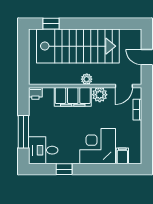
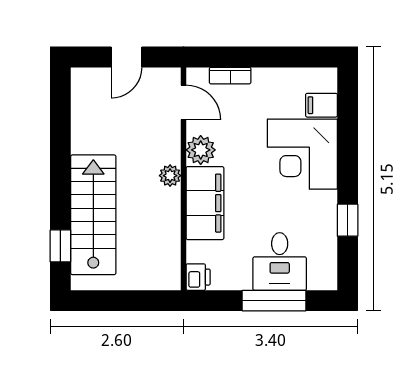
stairs: (78, 46) -> (93, 215), width x0.73, depth x0.66
desk: (43, 150) -> (280, 261), moved

